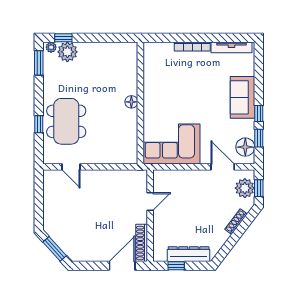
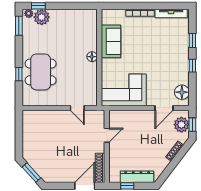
sofa: (242, 97) -> (111, 41), moved, turned 180
window: (259, 138) -> (192, 40), moved
door: (71, 167) -> (77, 108), moved
door: (223, 167) -> (164, 108), swing flipped

